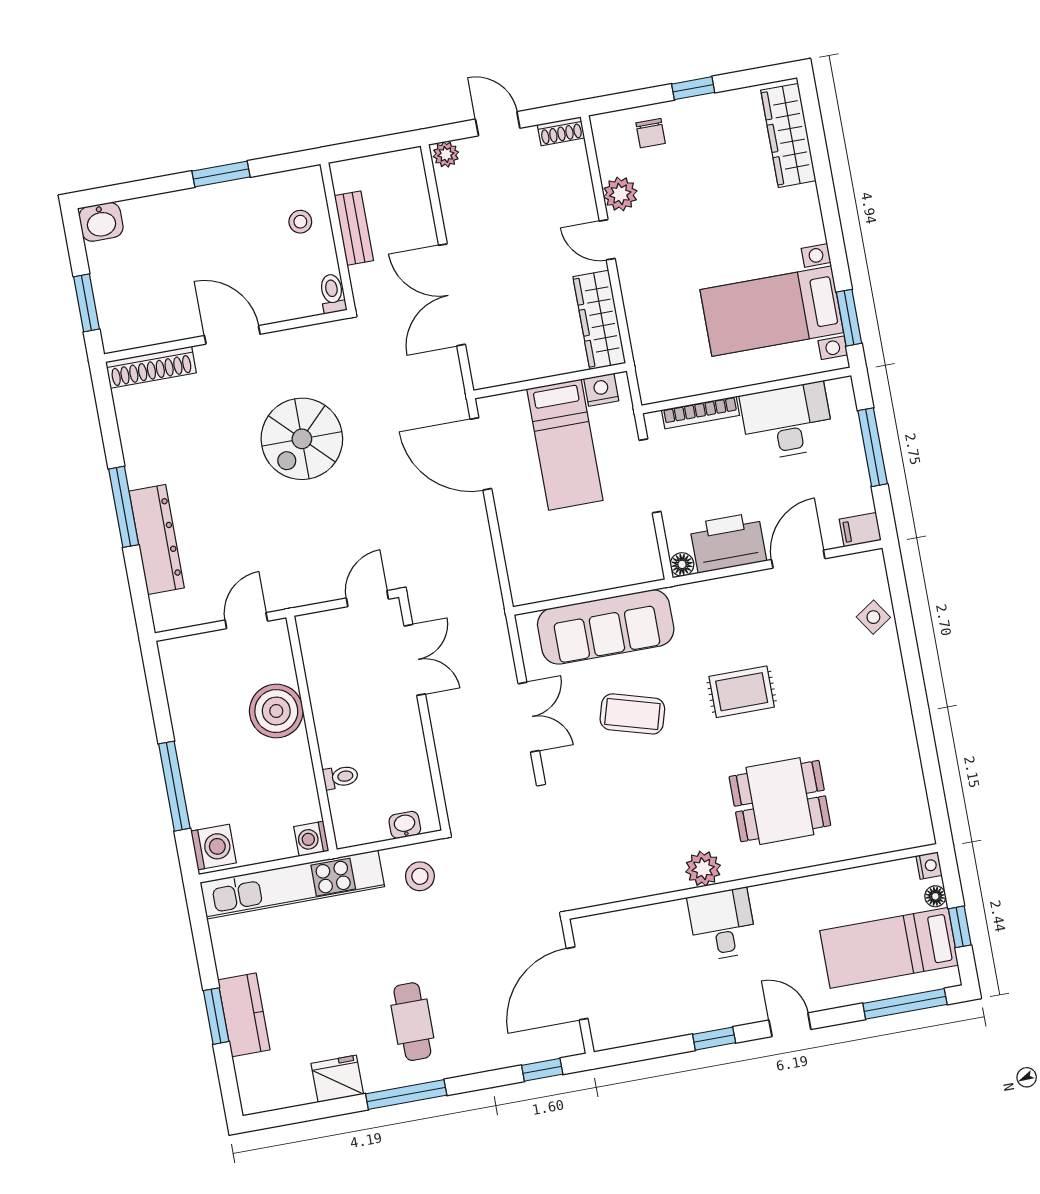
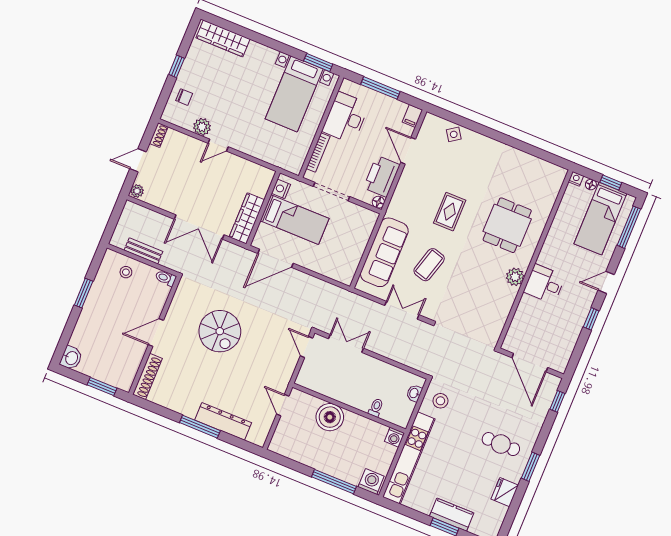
wardrobe: (599, 320) -> (247, 218), moved, turned 90
window: (406, 1095) -> (531, 467), width x0.69

